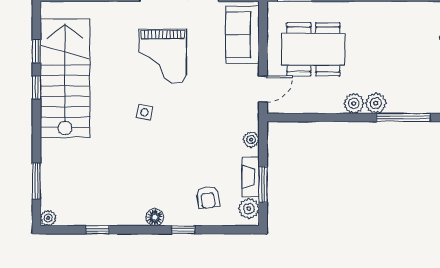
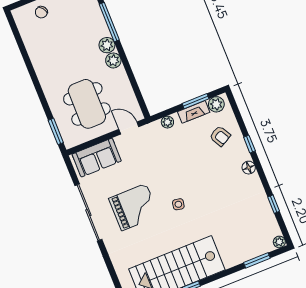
armchair: (208, 197) -> (220, 136), turned 68

